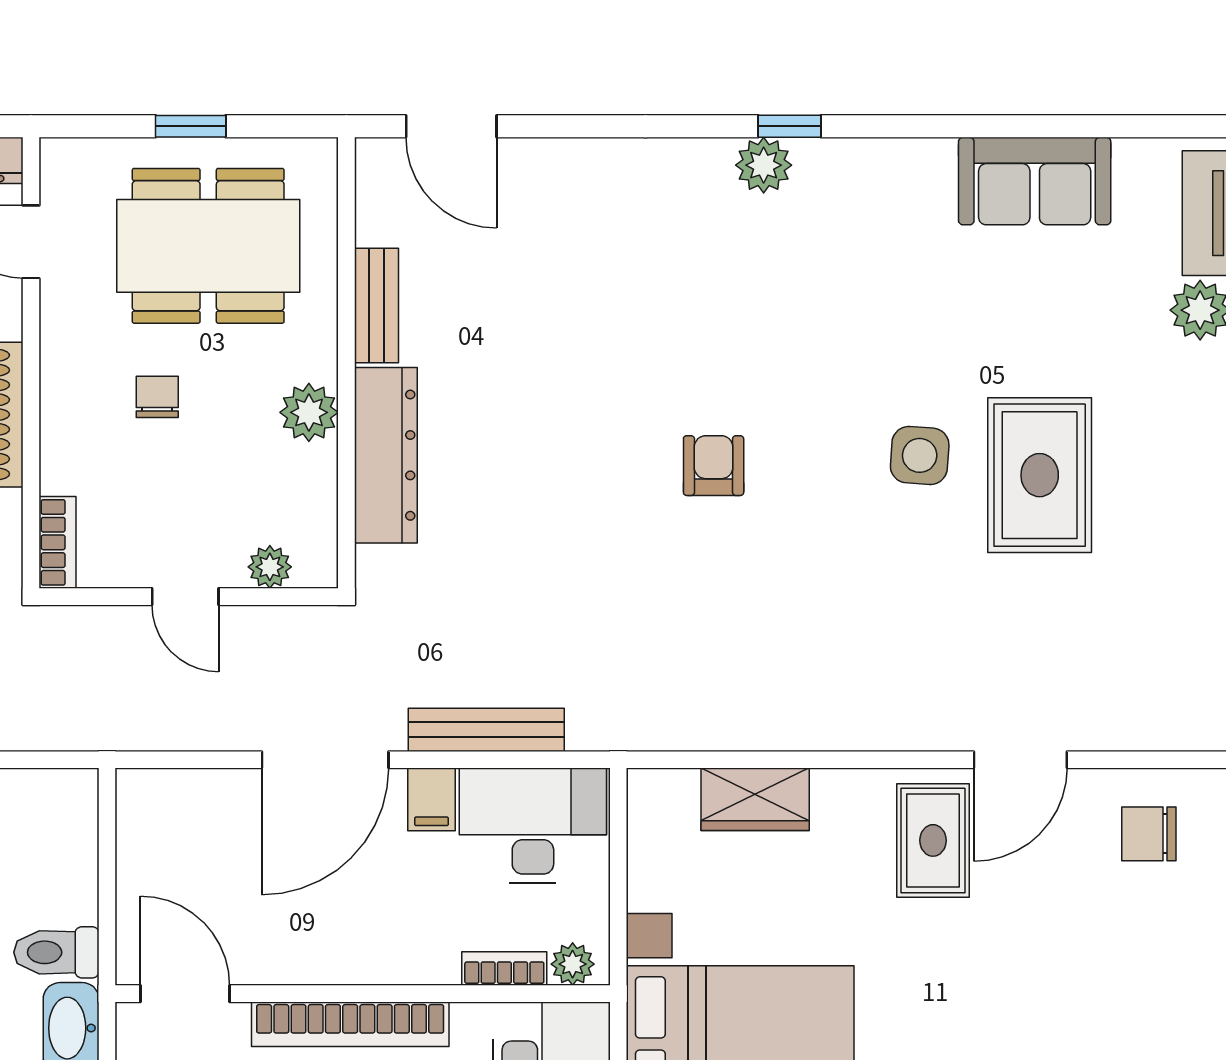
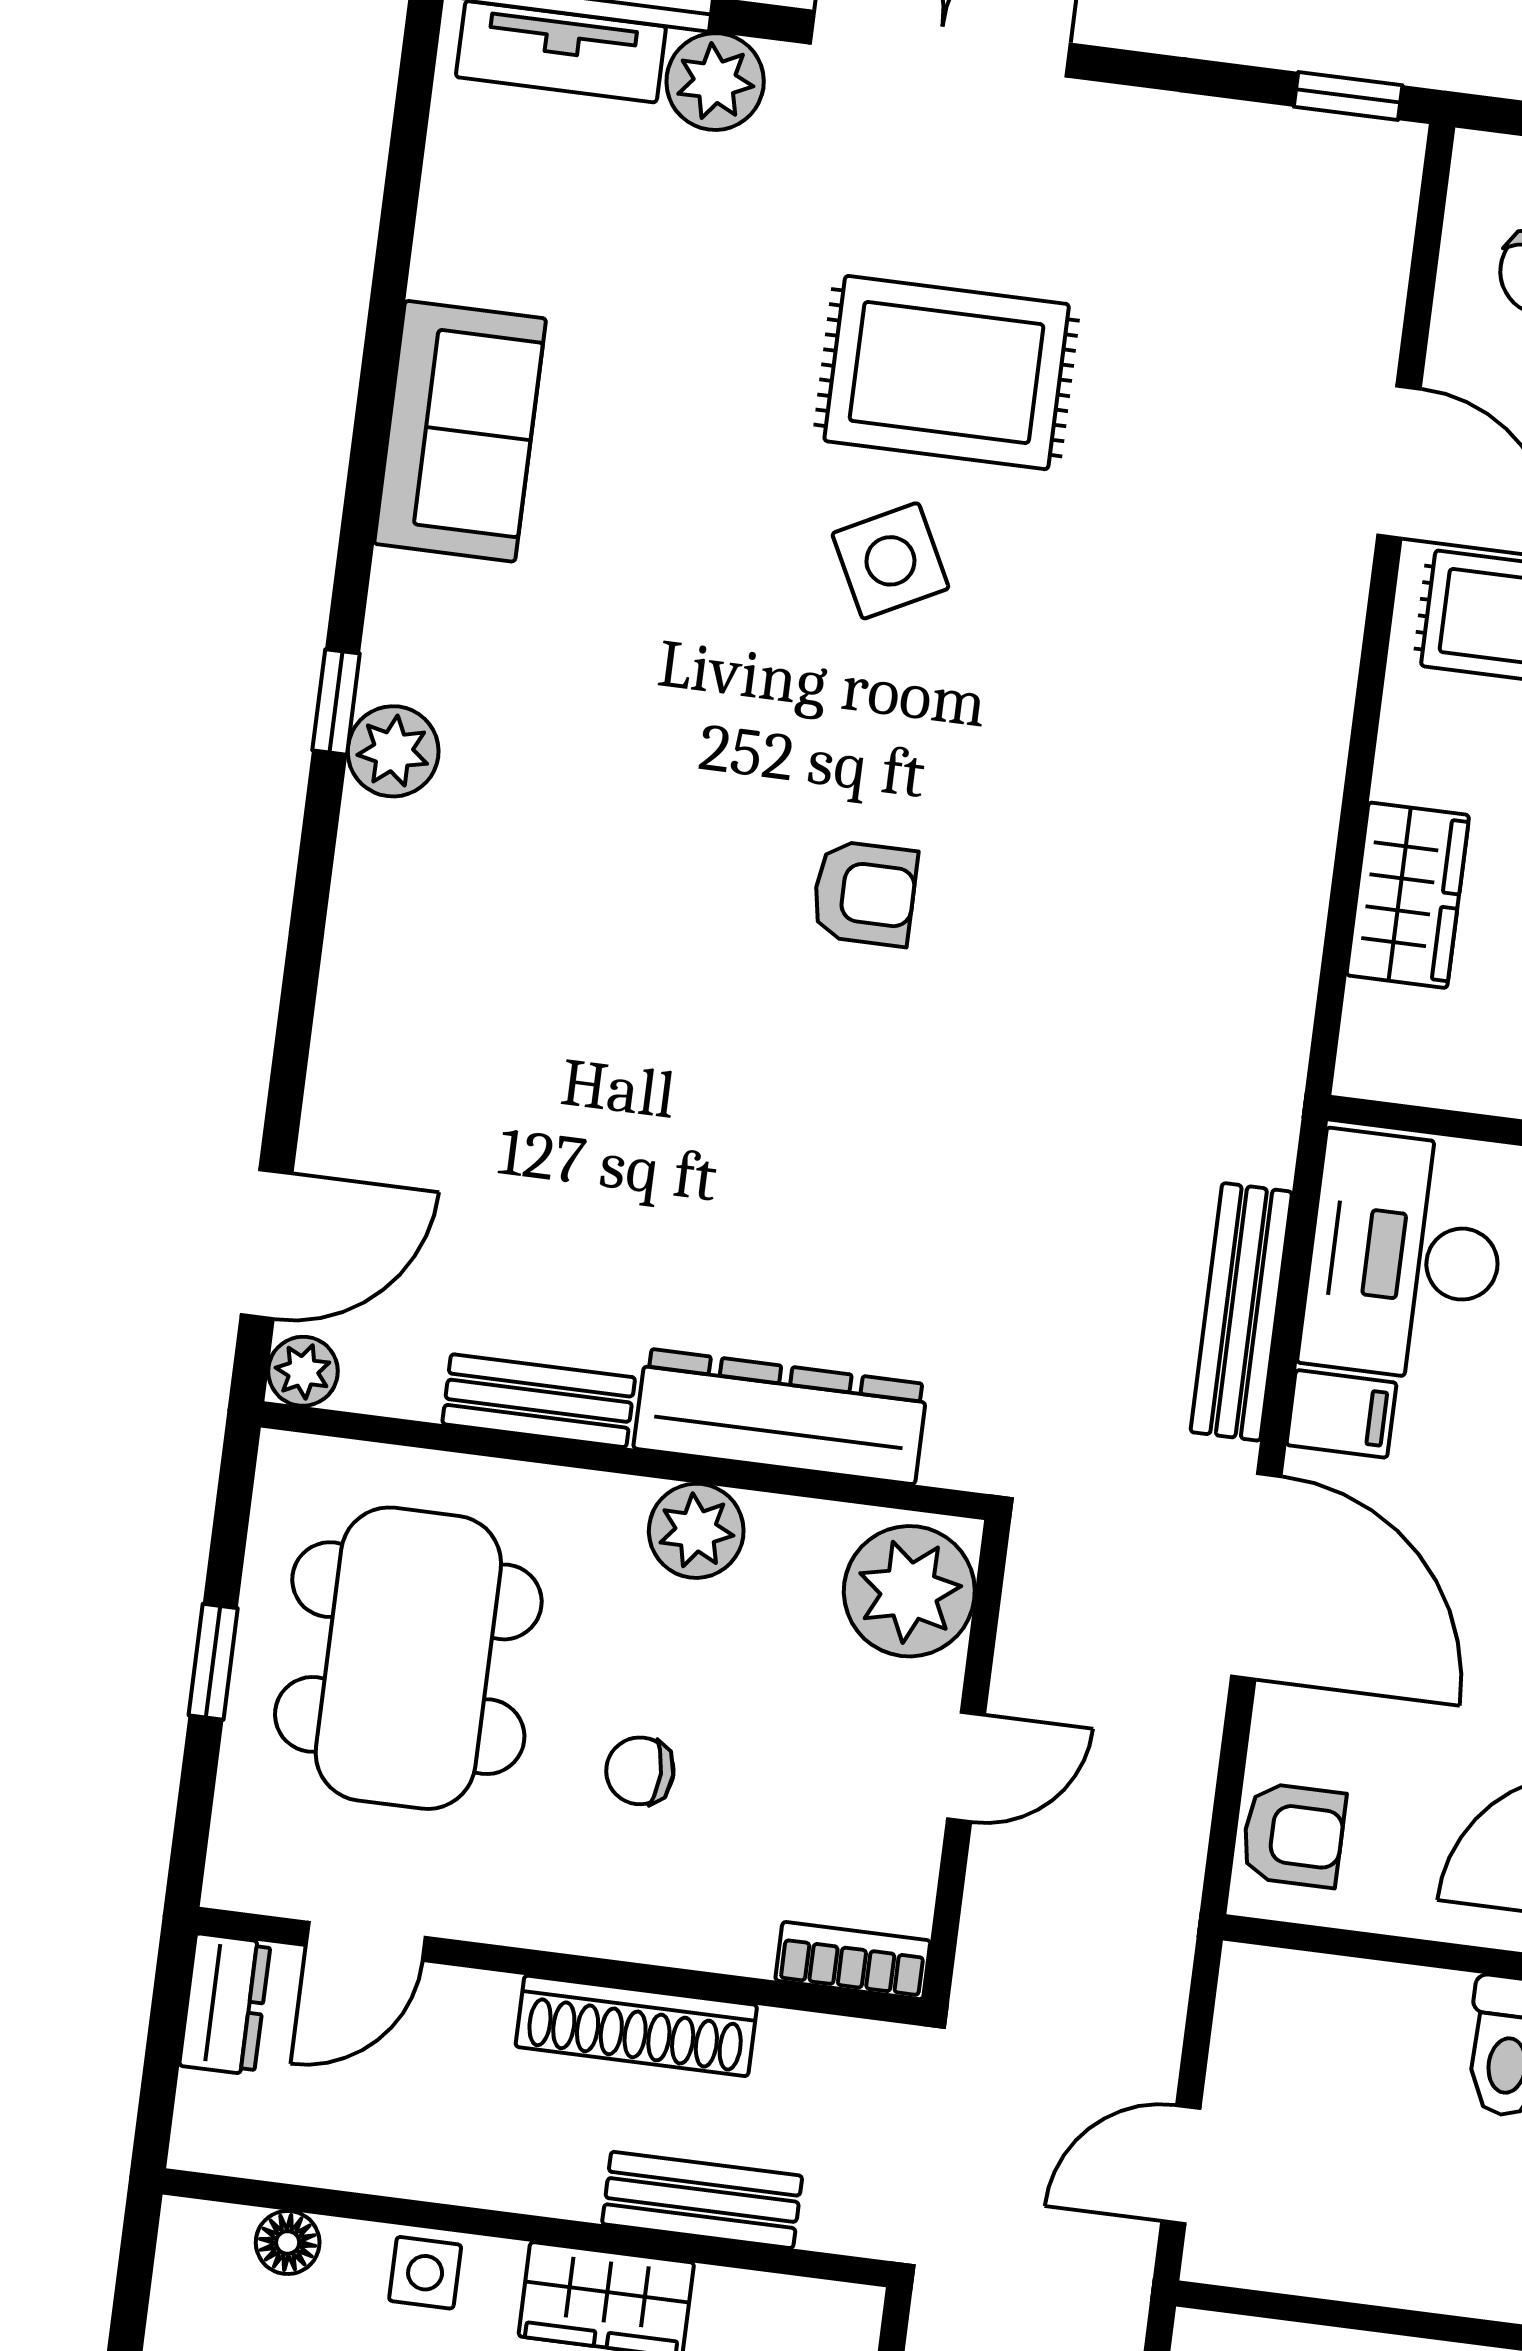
plant: (376, 159) -> (303, 1371), added
sofa: (1035, 181) -> (460, 431), moved
side table: (920, 455) -> (890, 561), turned -31
armchair: (714, 466) -> (864, 893), turned 180
plant: (270, 567) -> (909, 1591), width x1.87, depth x1.87
armchair: (169, 803) -> (1293, 1835), added

